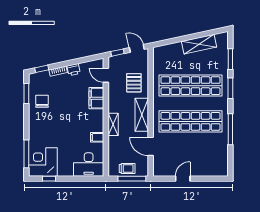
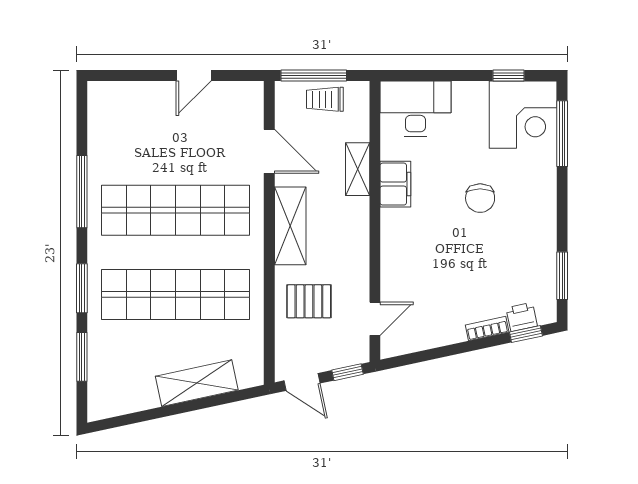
shelving: (199, 44) -> (197, 383), moved
printer: (74, 70) -> (522, 317), moved
door: (106, 75) -> (375, 319), hinge flipped
pallet: (134, 83) -> (309, 301), turned 90
filing cabinet: (96, 98) -> (397, 265), removed
chair: (42, 101) -> (480, 198), moved
shelving: (113, 124) -> (358, 169), moved
filing cabinet: (97, 137) -> (395, 184), width x2.00

